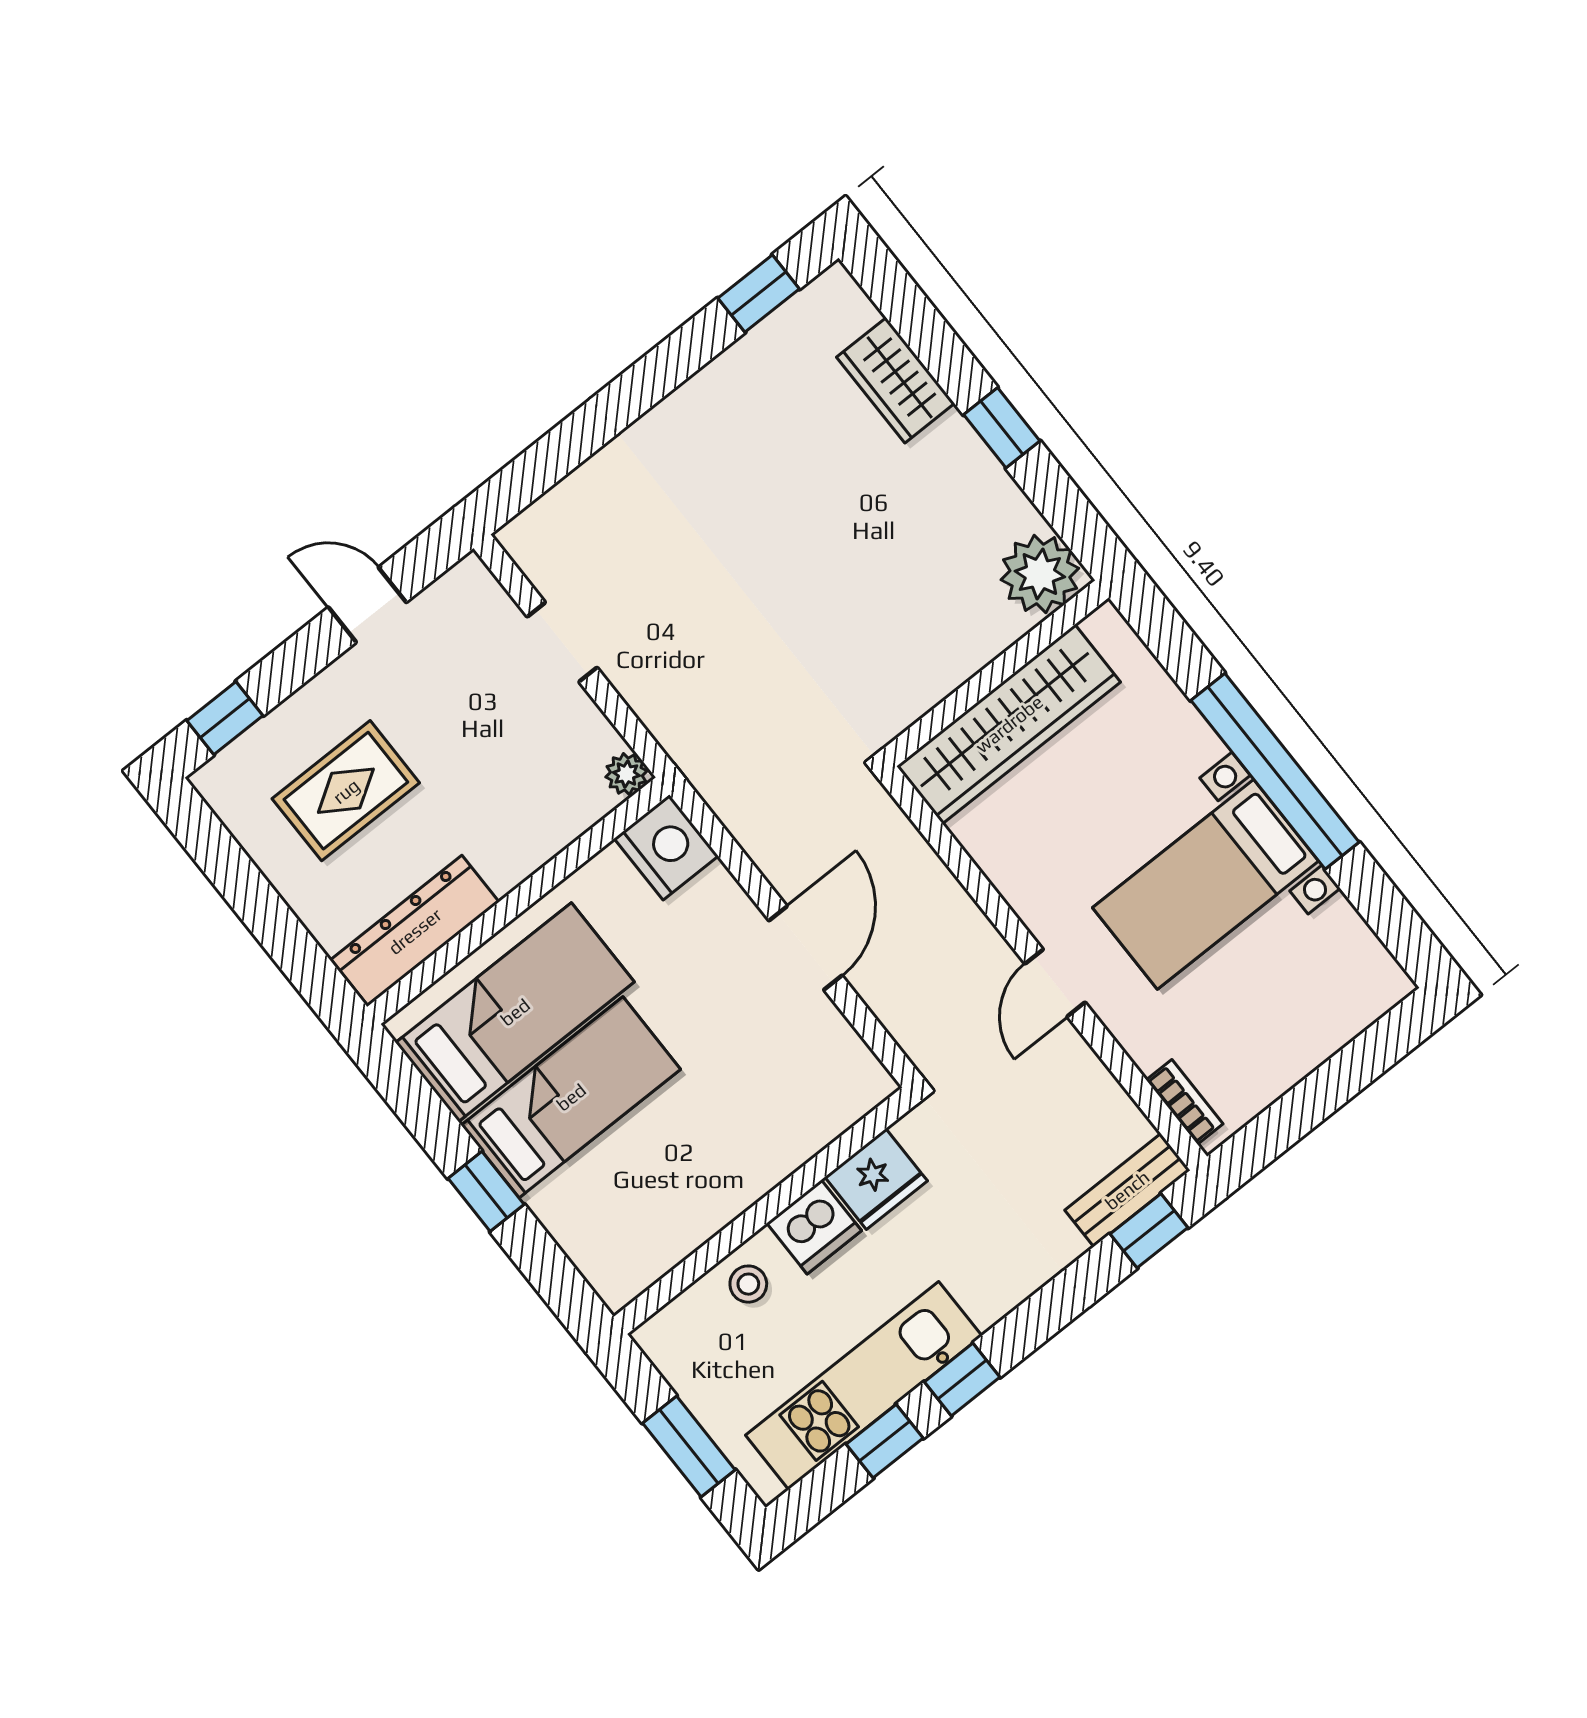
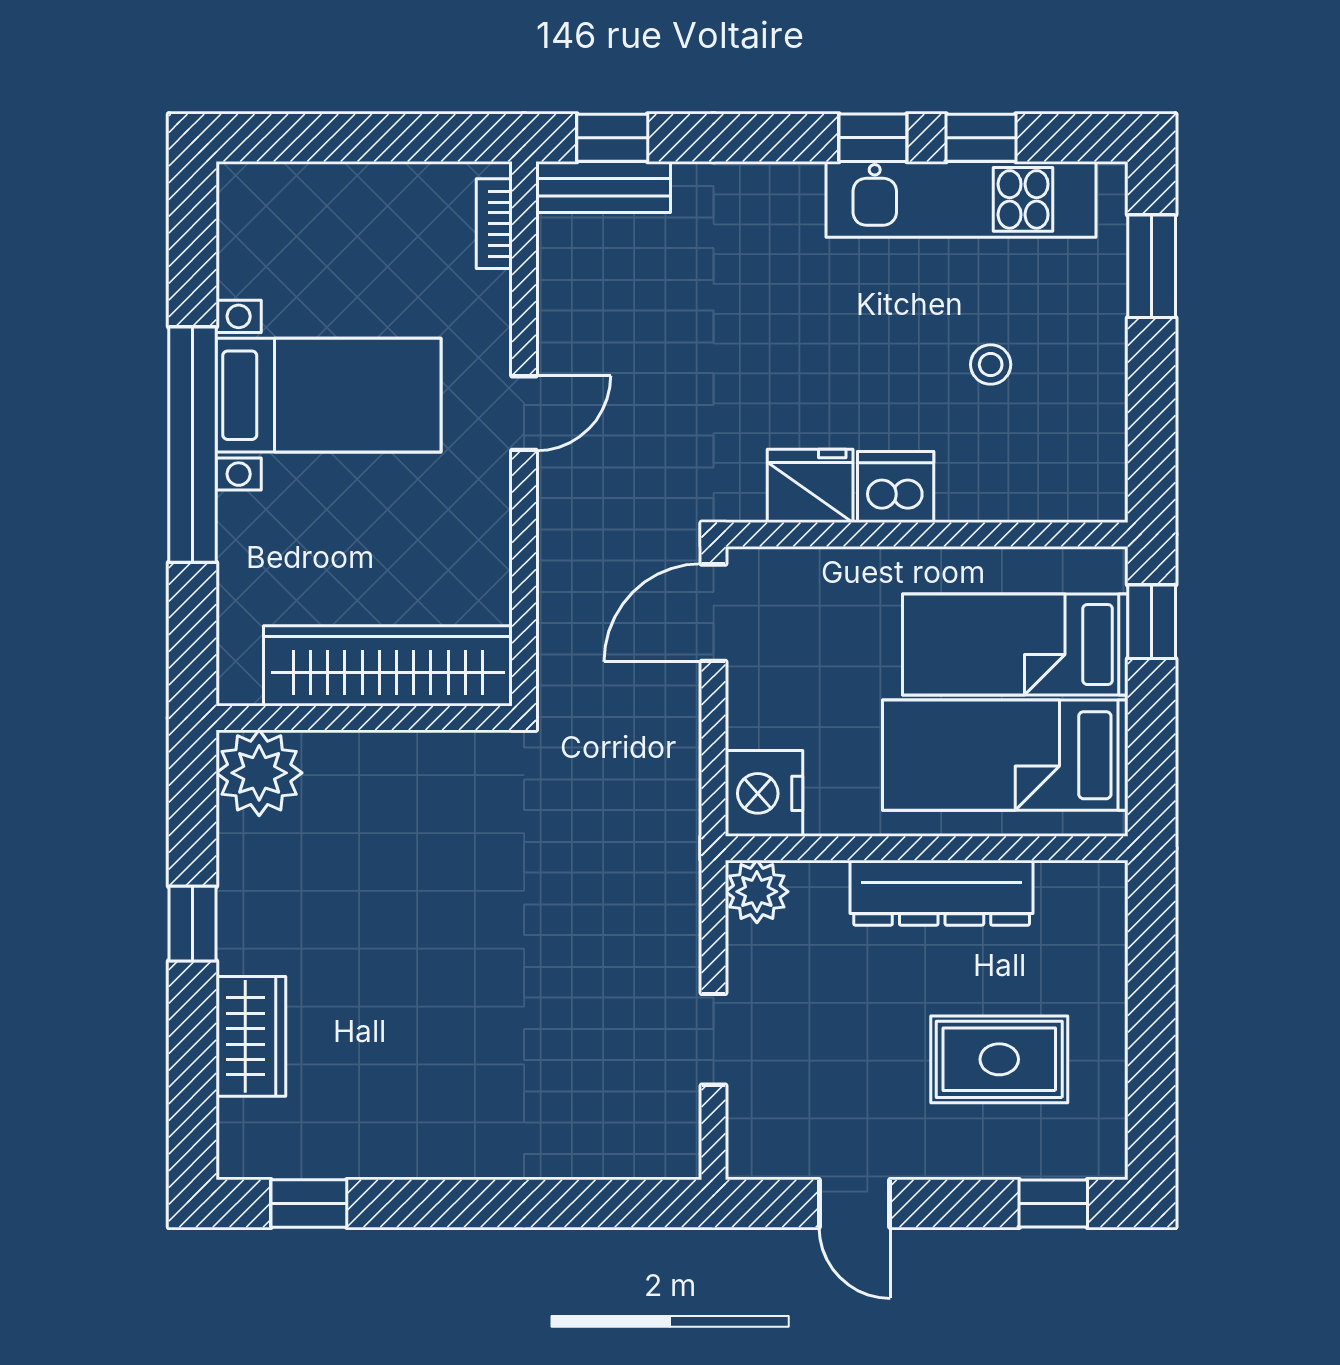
plant: (626, 774) -> (757, 892), width x1.38, depth x1.38
dresser: (415, 931) -> (942, 893), moved
fridge: (876, 1179) -> (810, 486), moved
wall: (765, 1211) -> (927, 534), moved
dishwasher: (814, 1227) -> (896, 487), moved

